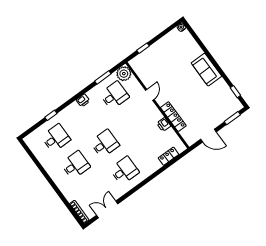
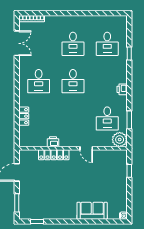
sofa: (206, 70) -> (92, 211), moved
locker: (168, 156) -> (24, 116), moved

